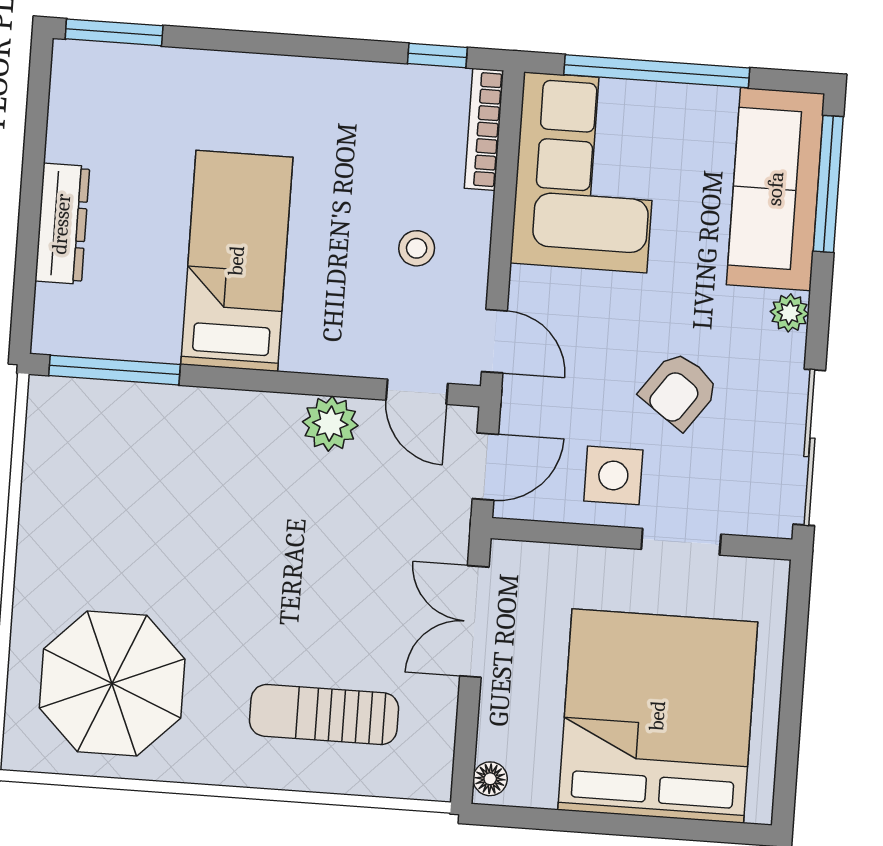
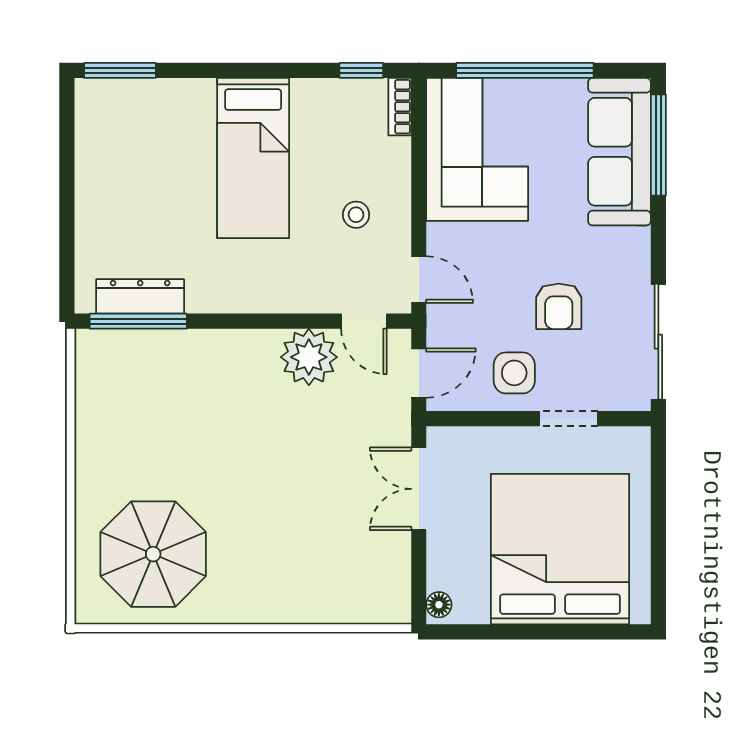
bookcase: (484, 129) -> (400, 107), width x0.64
dresser: (62, 224) -> (140, 296), moved, turned -90
bed: (237, 261) -> (253, 158), moved, turned 180
plant: (790, 313) -> (636, 243), removed
armchair: (679, 390) -> (559, 306), turned -36
plant: (330, 424) -> (309, 357), width x1.36, depth x1.36
sun lounger: (324, 715) -> (312, 566), removed

